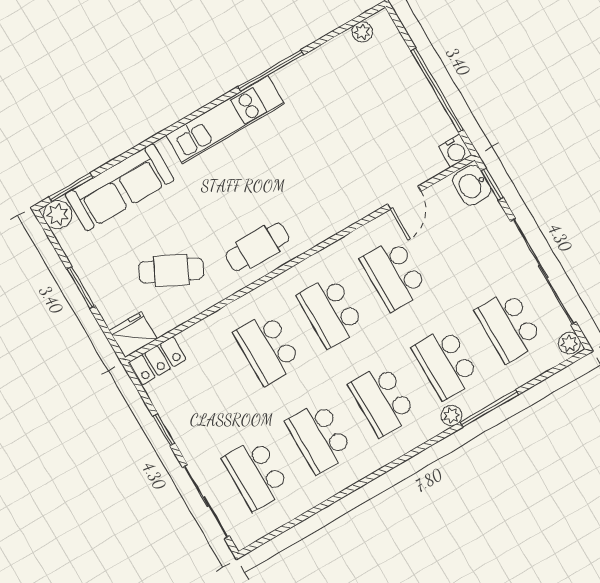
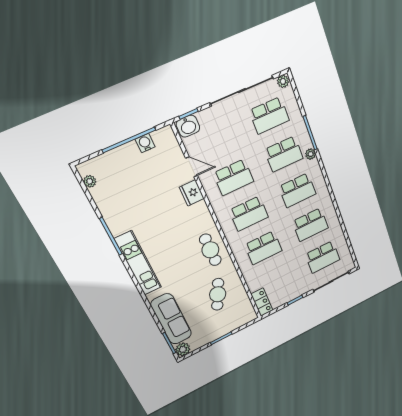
water cooler: (455, 151) -> (145, 143), moved, turned -90
fridge: (133, 335) -> (192, 193), moved

